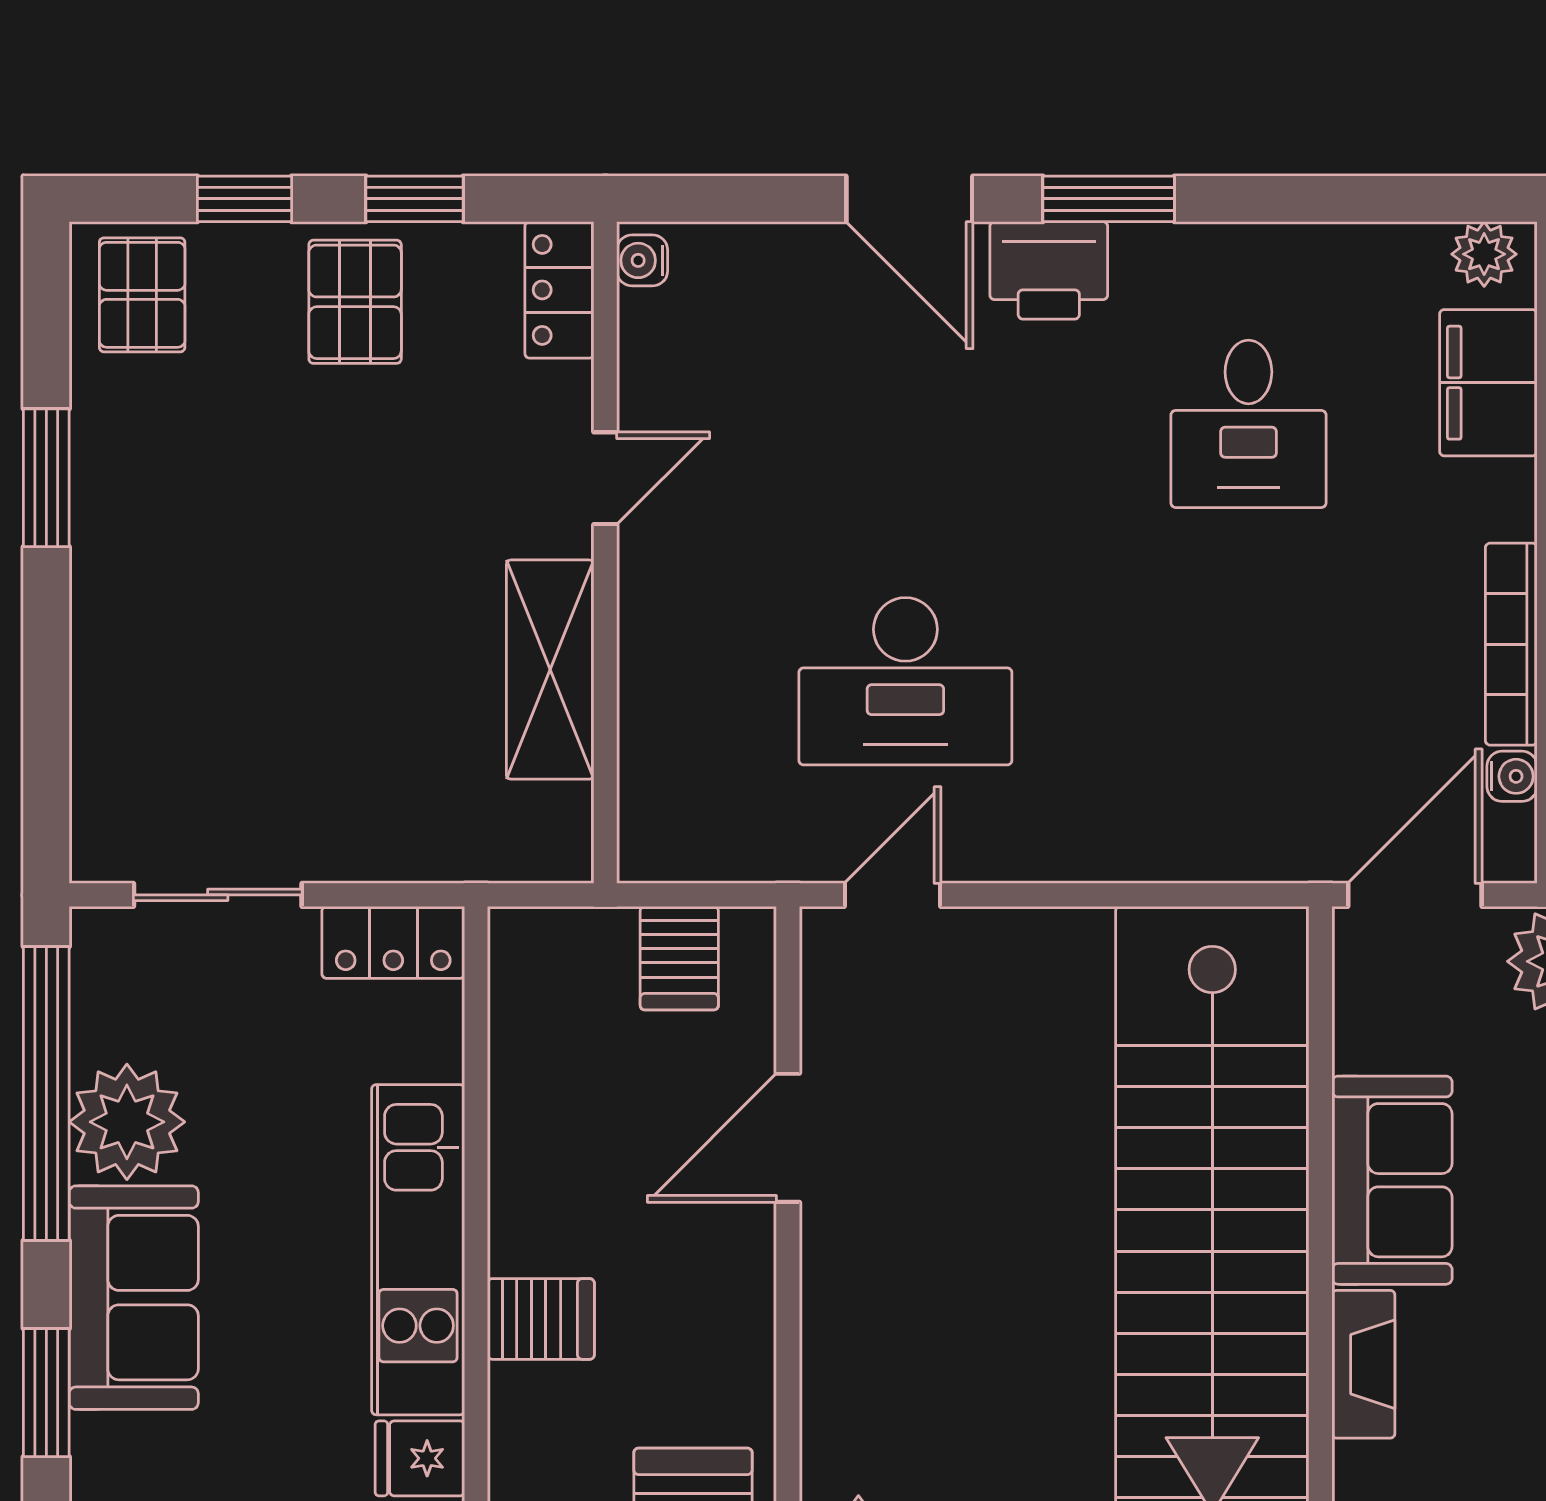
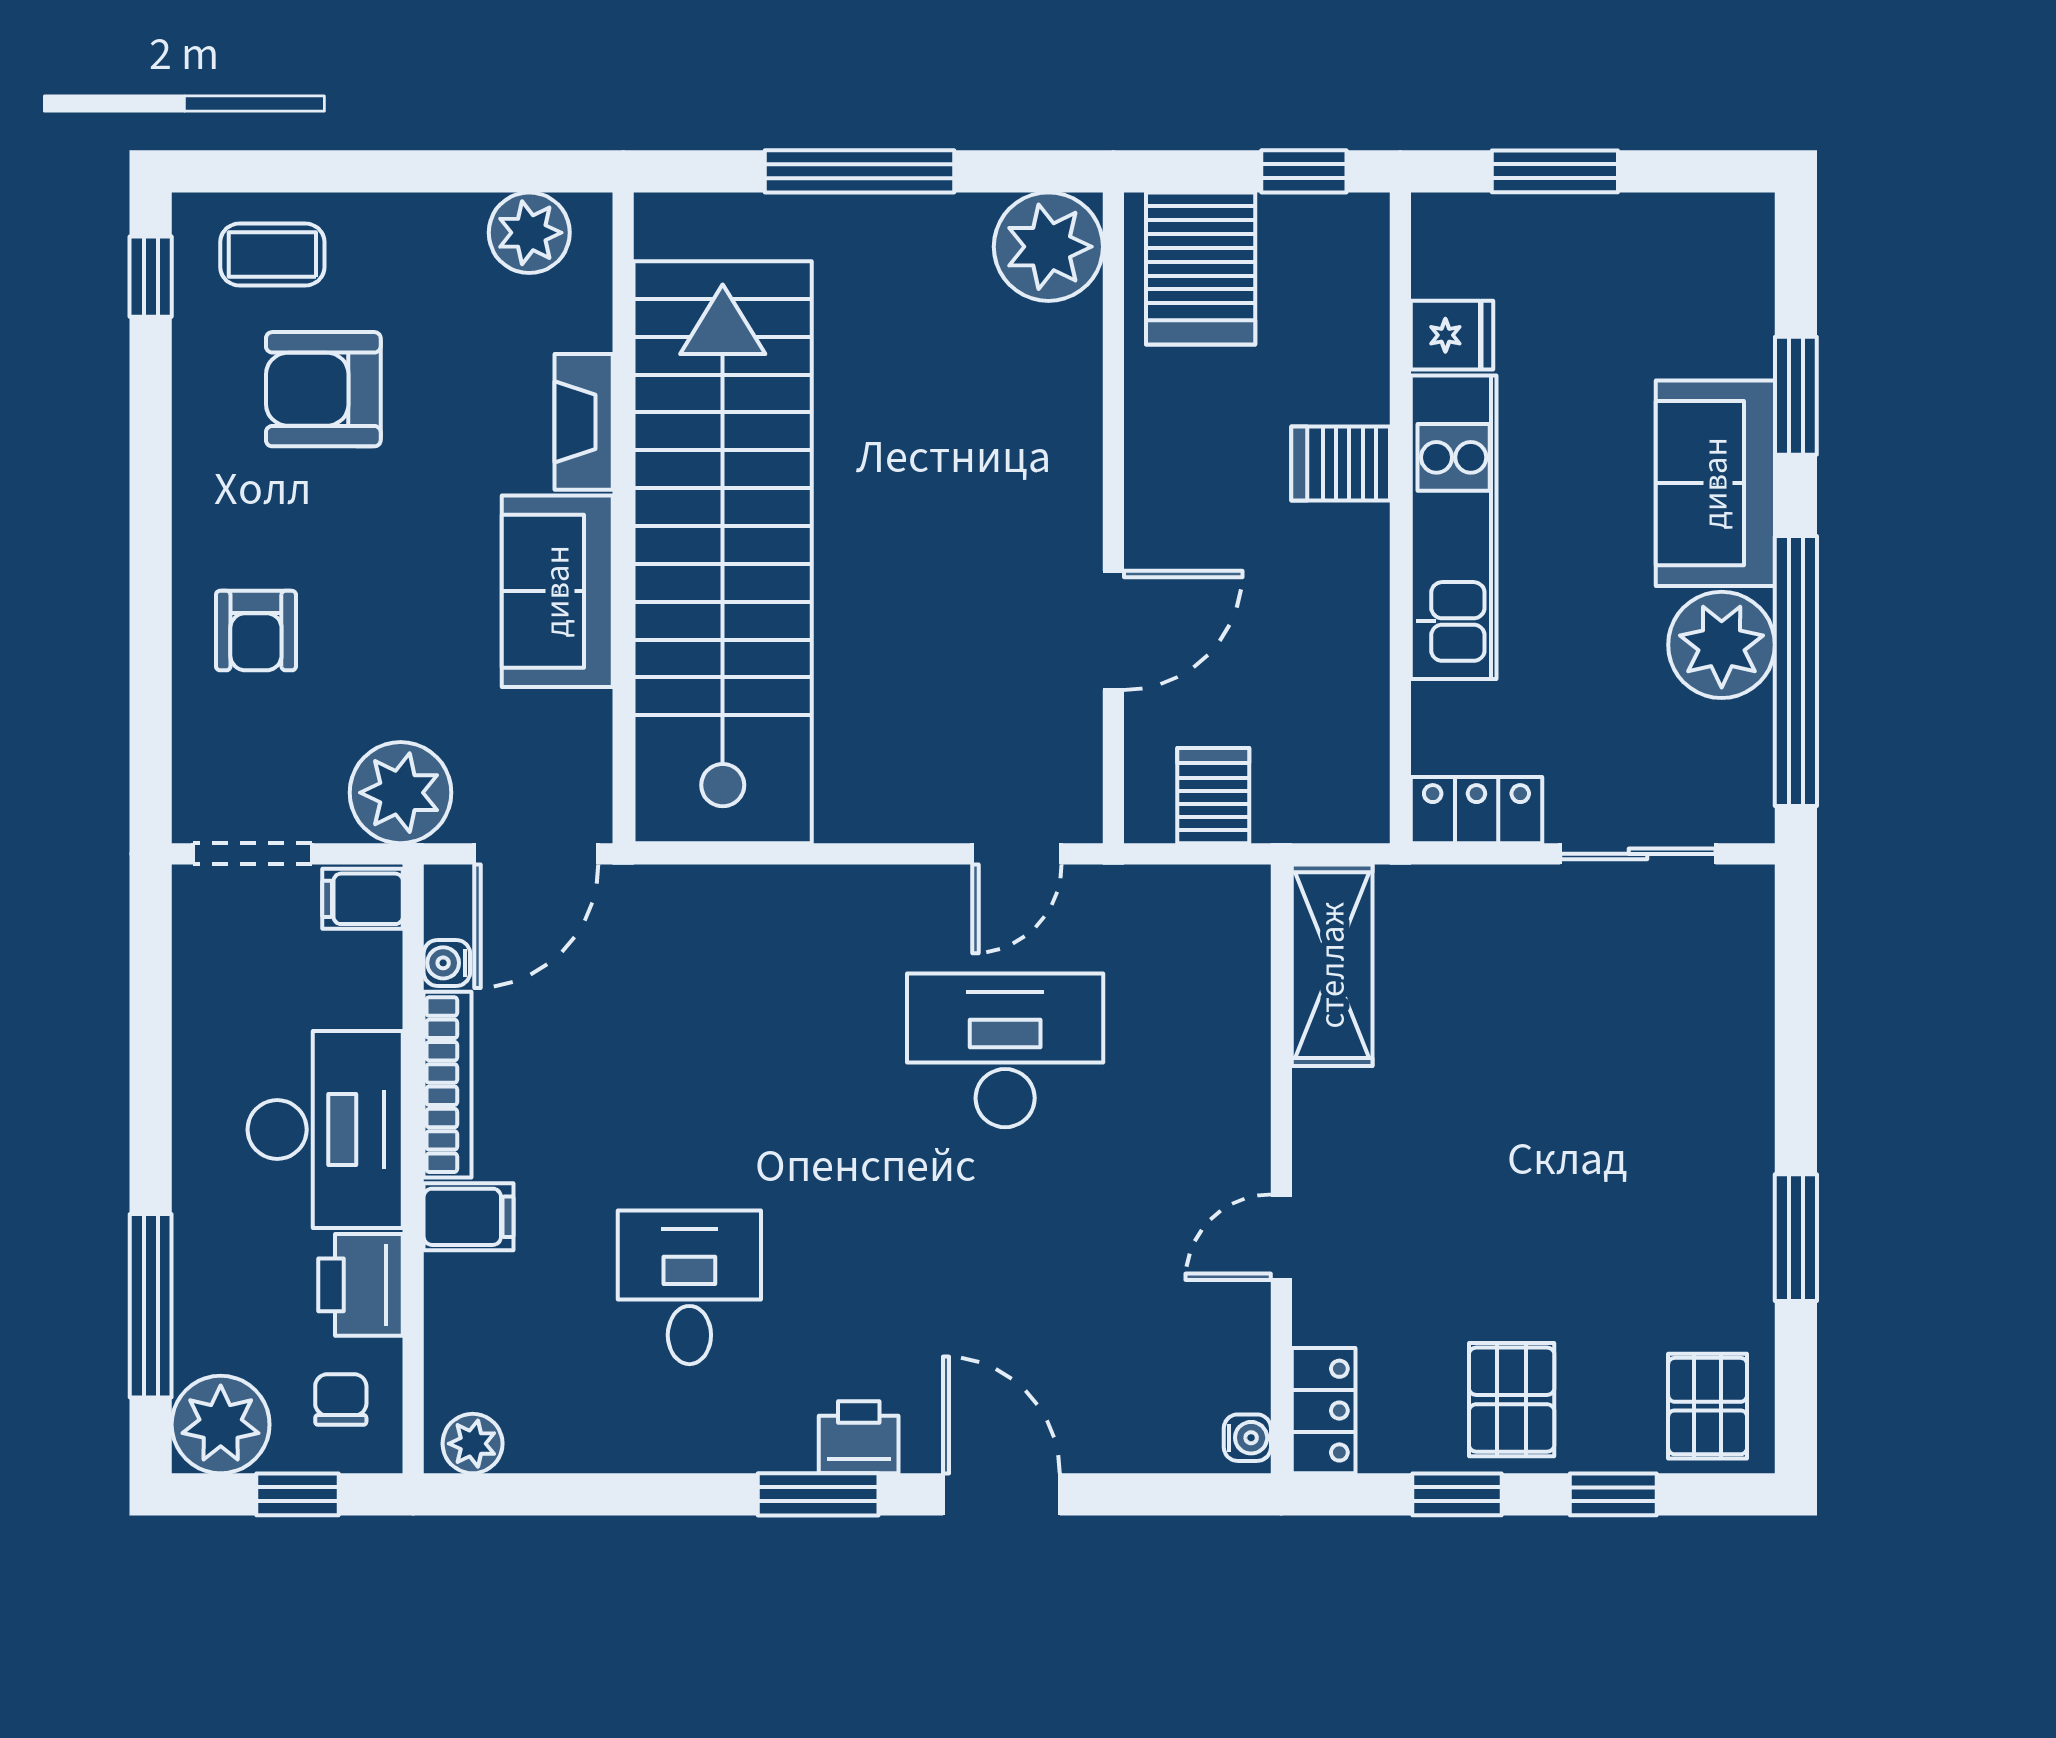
printer: (1049, 270) -> (859, 1437), width x0.73, depth x0.81
filing cabinet: (1488, 383) -> (469, 1217), moved, width x0.50
shelving: (550, 670) -> (1332, 965), moved

